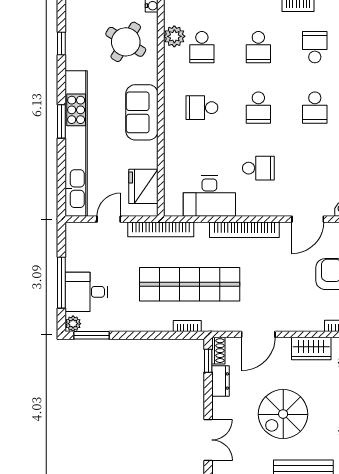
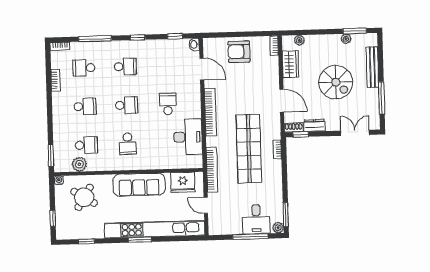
sofa: (142, 112) -> (139, 185), width x1.36

